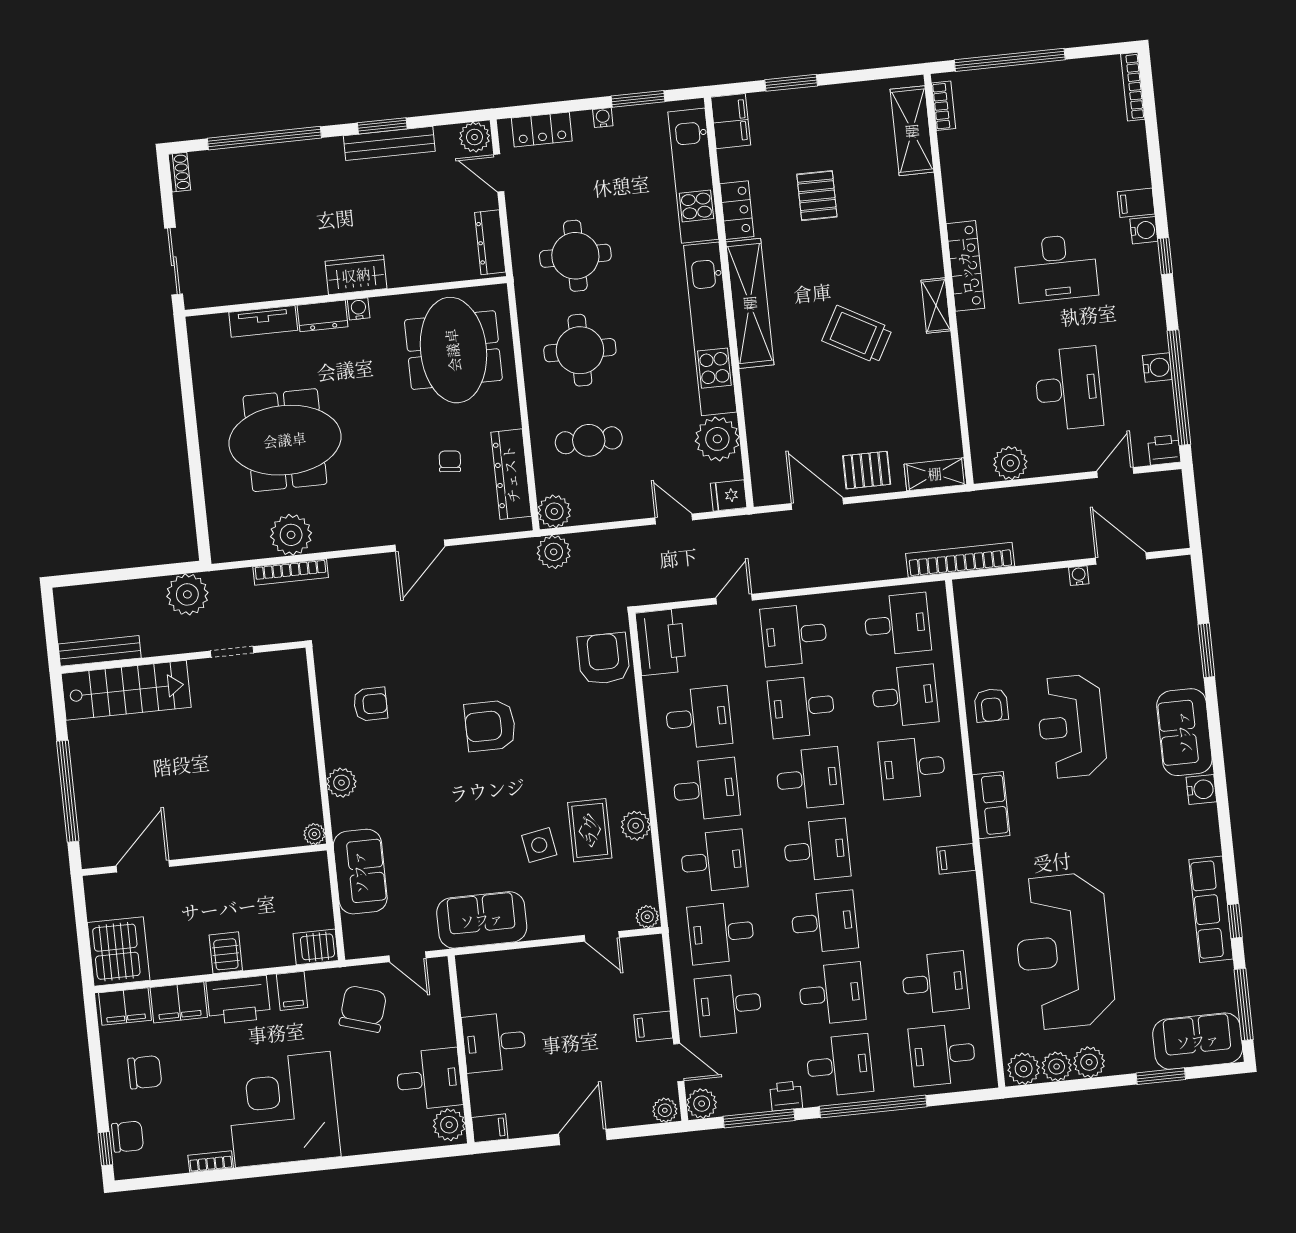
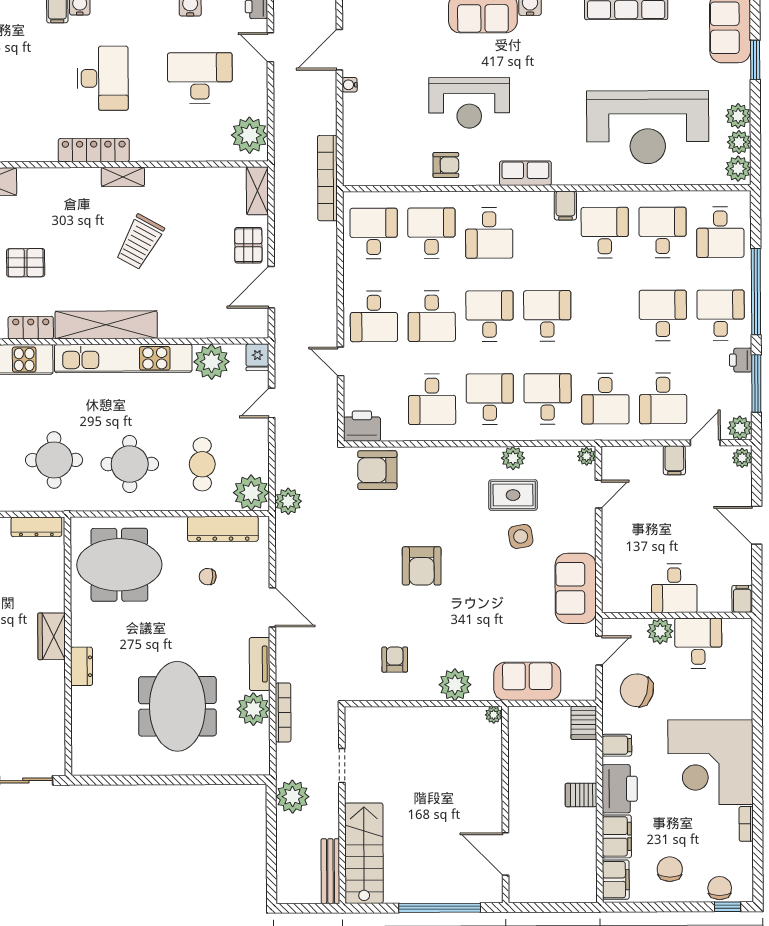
water cooler: (359, 309) -> (79, 637), removed
tv unit: (263, 321) -> (260, 664), moved, turned 180
plant: (1010, 463) -> (250, 135), width x1.36, depth x1.36
plant: (554, 511) -> (251, 493), width x1.36, depth x1.36
printer: (661, 642) -> (362, 426), width x0.73, depth x0.84
desk: (698, 718) -> (432, 399), turned 180
plant: (341, 783) -> (455, 685), width x1.36, depth x1.36
desk: (824, 922) -> (605, 233), moved
server rack: (119, 951) -> (571, 880), removed
plant: (449, 1125) -> (660, 631), moved

